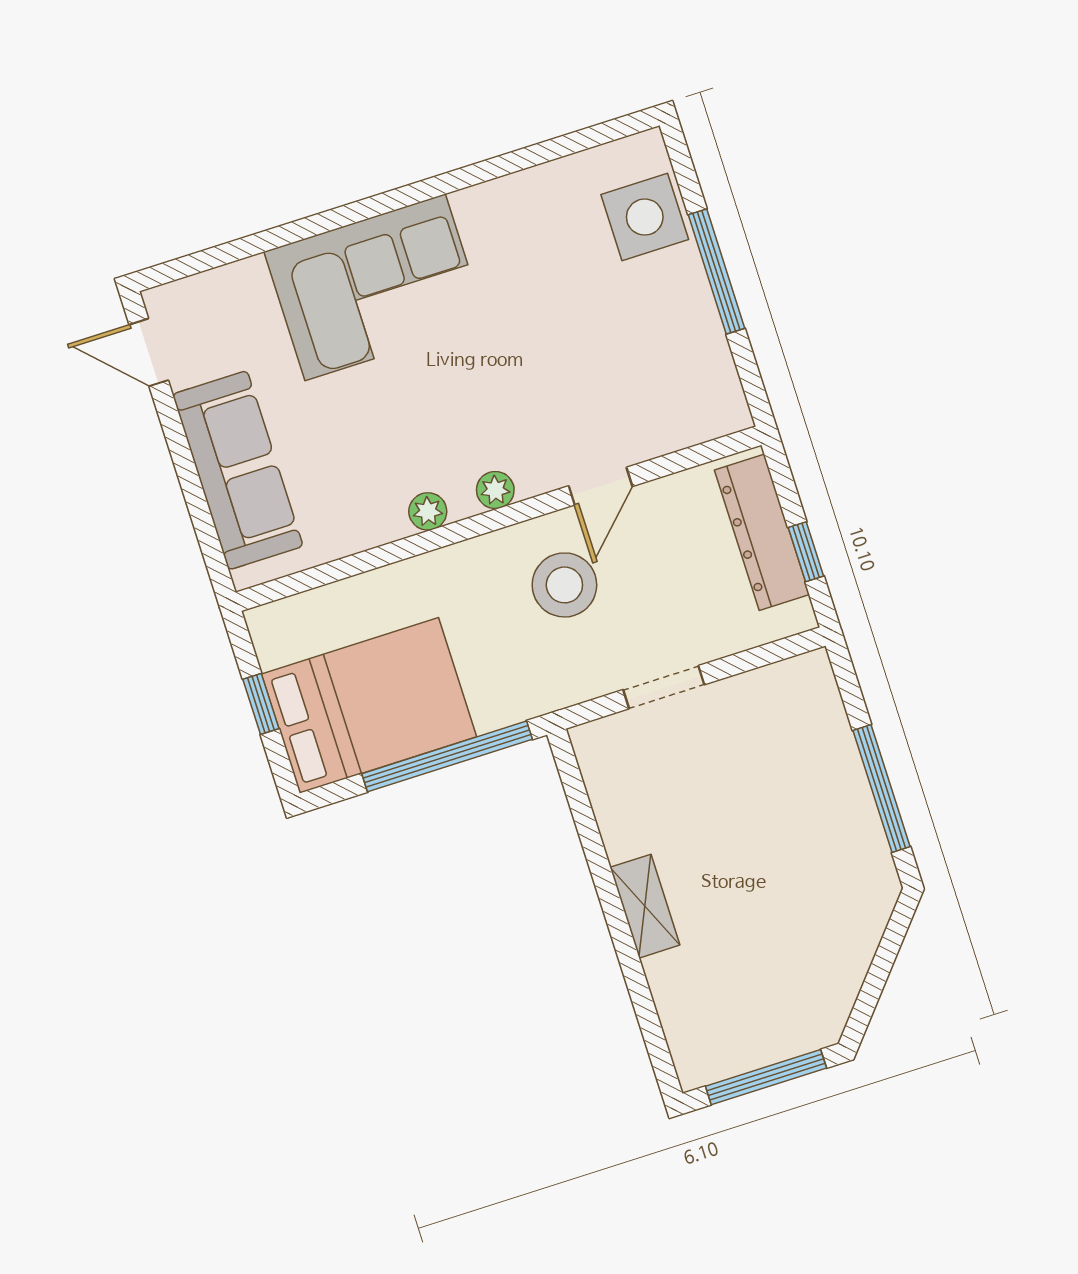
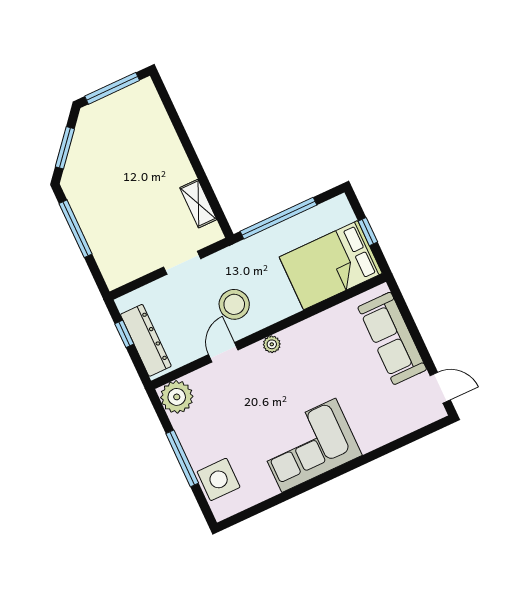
corner sofa: (375, 287) -> (309, 445), moved
plant: (428, 511) -> (177, 397), moved, width x1.88, depth x1.88
bed: (369, 705) -> (331, 265), moved
shelving: (645, 906) -> (198, 204), moved
window: (882, 964) -> (65, 148), added

